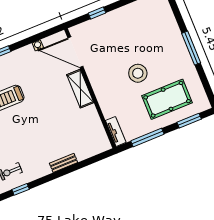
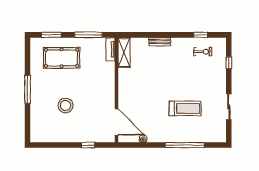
stool: (138, 73) -> (66, 105), moved
shelving: (80, 89) -> (124, 52), moved

